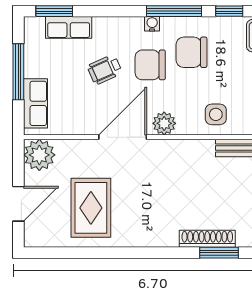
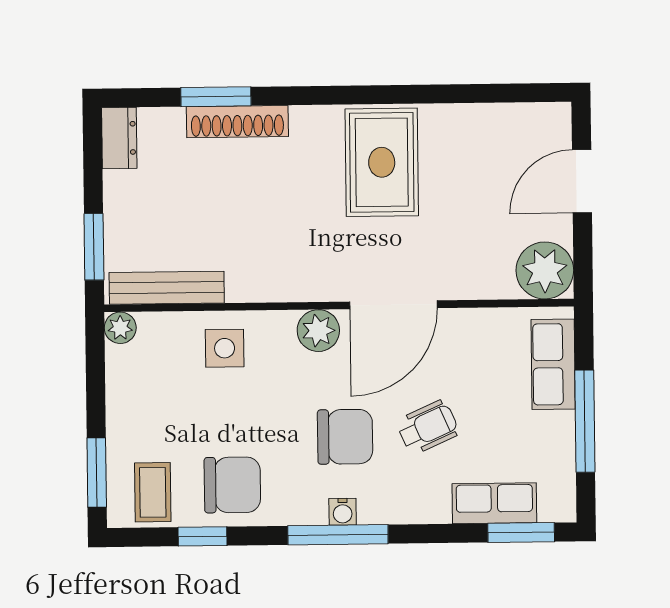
window: (174, 11) -> (338, 535), moved
chair: (191, 52) -> (232, 485), moved
rug: (91, 208) -> (382, 162), moved

